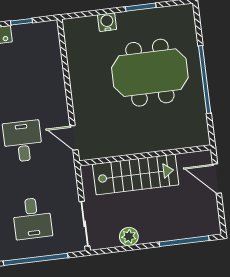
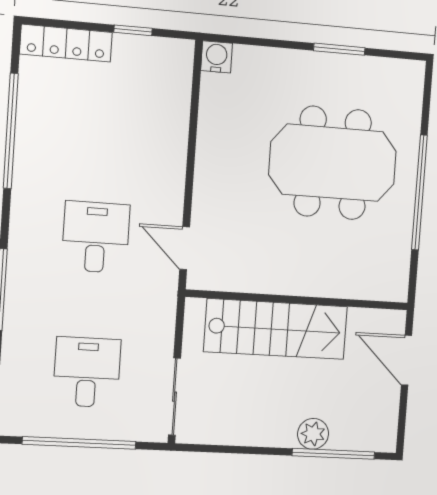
water cooler: (107, 22) -> (217, 57), moved
desk: (32, 218) -> (87, 372), turned 180
plant: (129, 236) -> (313, 434), moved

